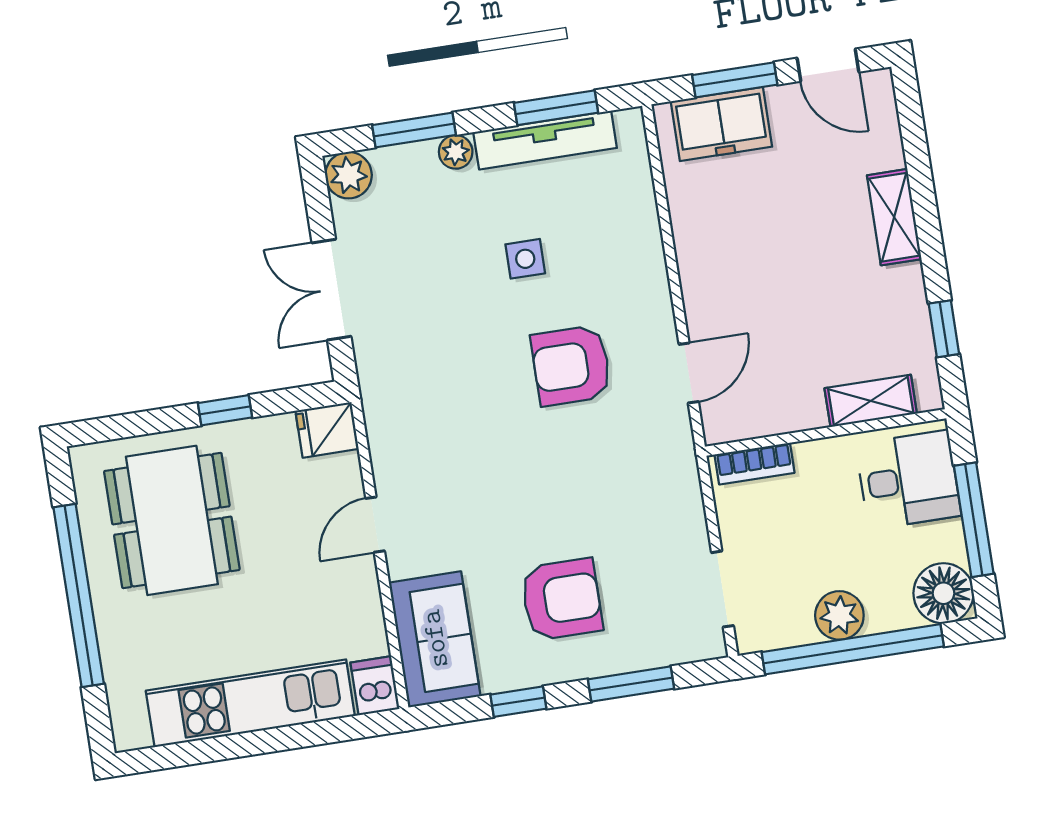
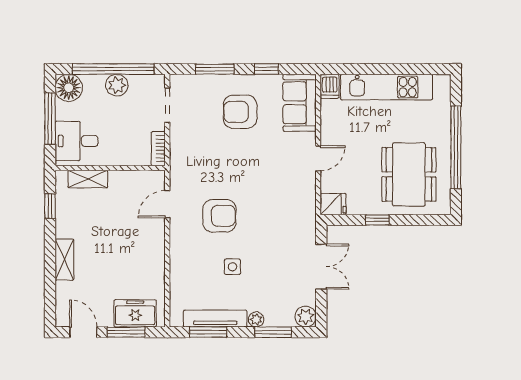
bookcase: (754, 464) -> (158, 149), moved, turned -90

